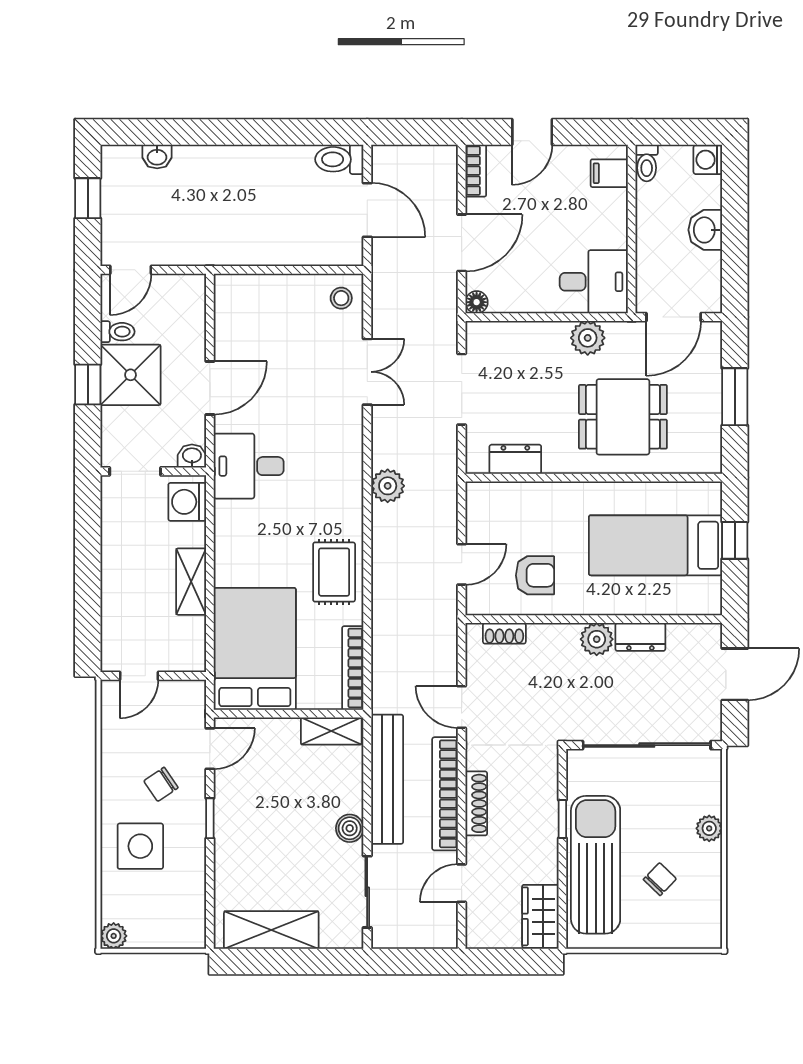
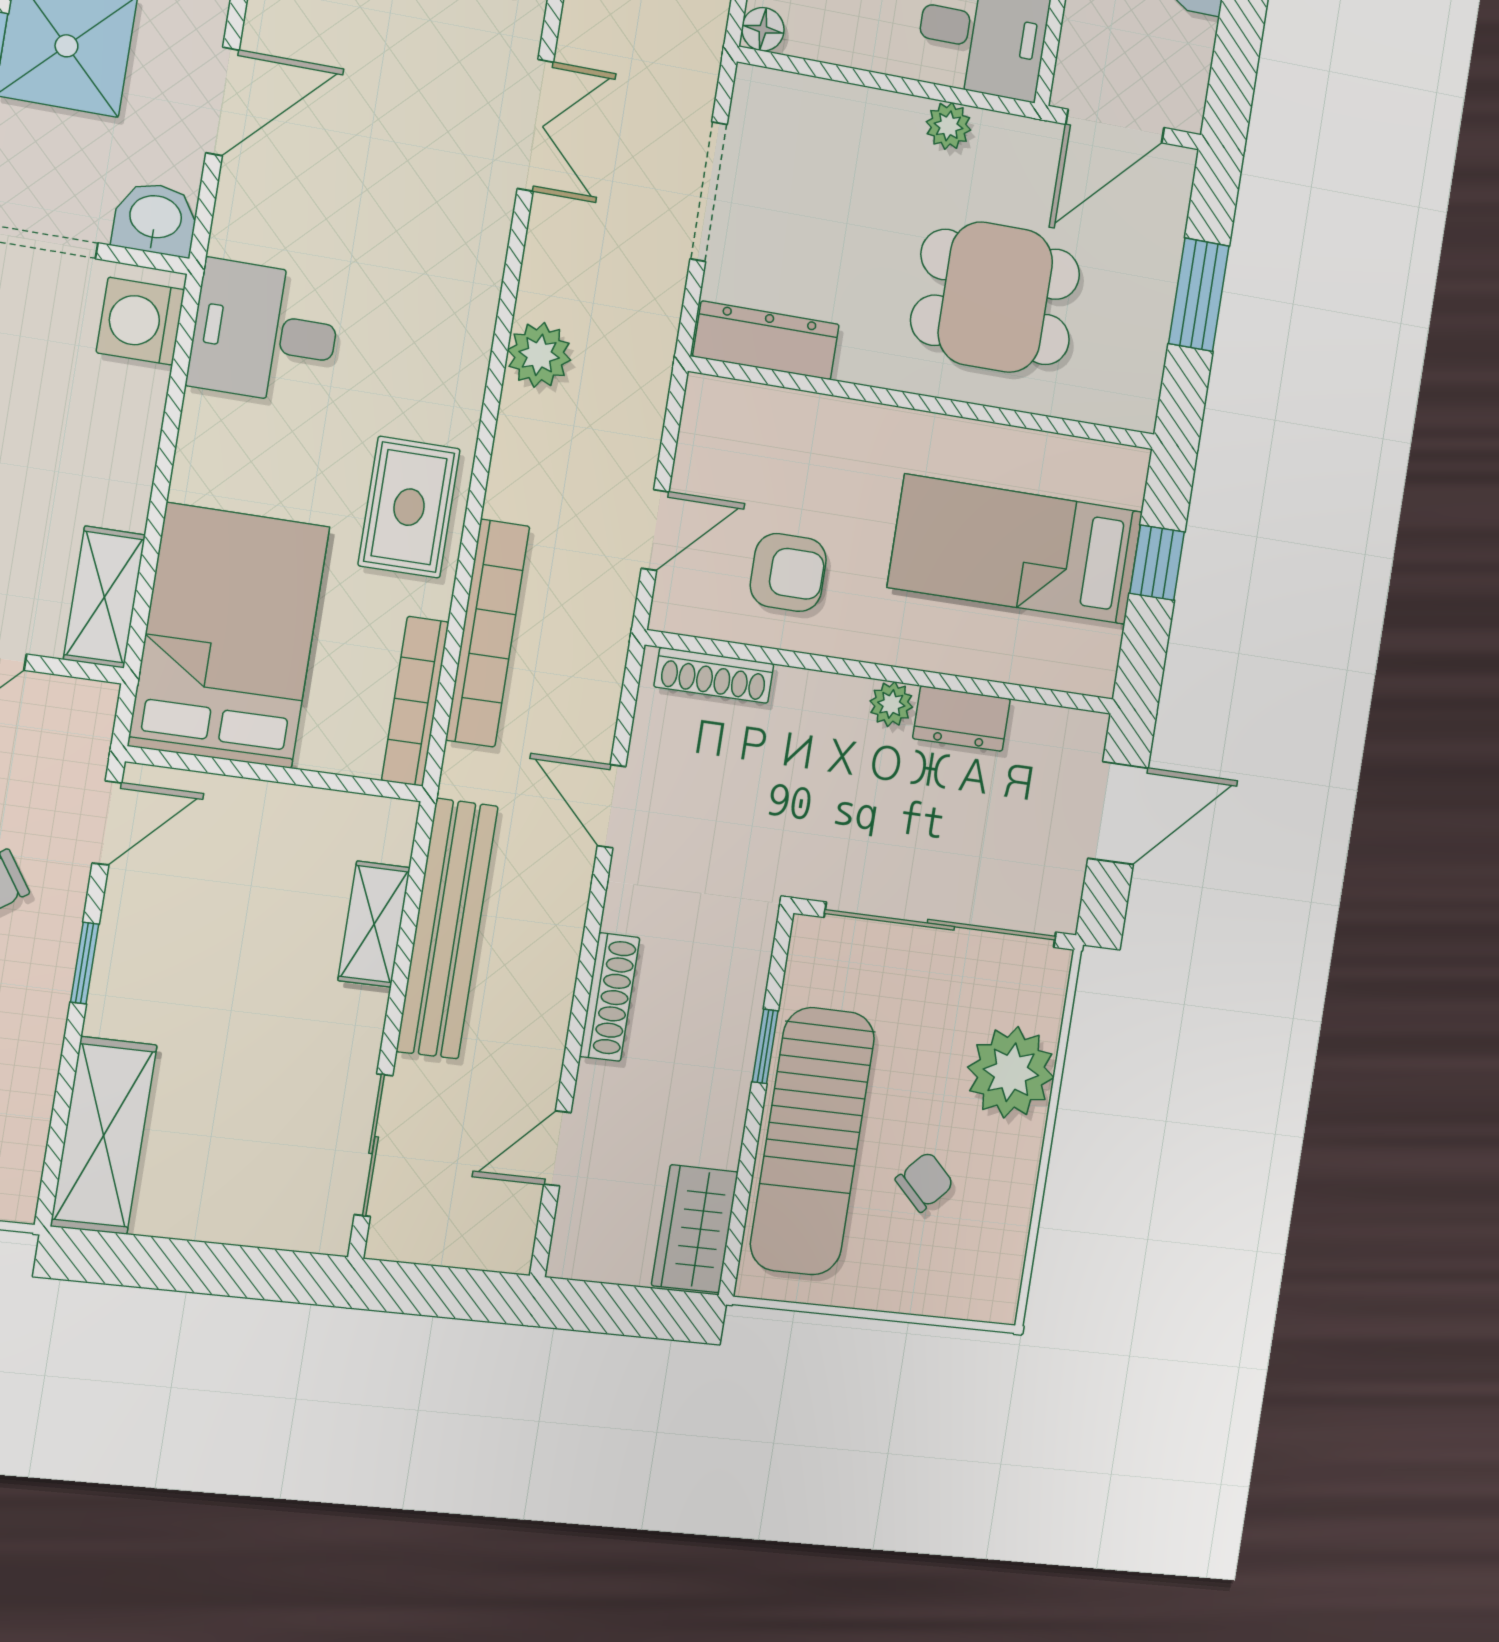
plant: (588, 338) -> (948, 126), width x0.73, depth x0.73
washbasin: (192, 456) -> (155, 219), width x1.38, depth x1.45
dresser: (515, 459) -> (766, 340), width x1.44
desk: (249, 466) -> (265, 332), moved
shelving: (191, 582) -> (104, 597), moved
shoe rack: (504, 633) -> (714, 675), width x1.43
plant: (597, 639) -> (891, 704), width x0.73, depth x0.73
shelving: (331, 731) -> (374, 924), moved, turned 90
bookcase: (445, 794) -> (488, 633), moved, turned 180
boiler: (350, 828) -> (359, 1016), removed
plant: (709, 828) -> (1011, 1072), width x1.88, depth x1.88
sun lounger: (596, 865) -> (812, 1141), turned 180
shelving: (271, 930) -> (104, 1135), moved, turned 90

